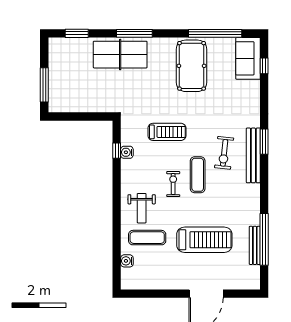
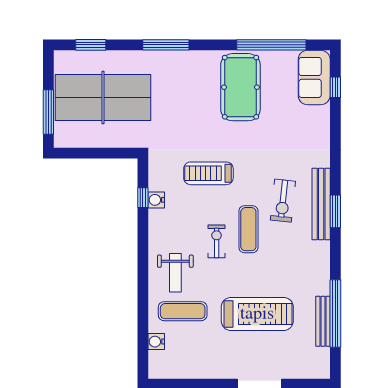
table tennis table: (120, 55) -> (103, 98), moved, width x1.36, depth x1.32
treadmill: (167, 132) -> (208, 173), turned 180
window: (264, 142) -> (335, 211), moved

